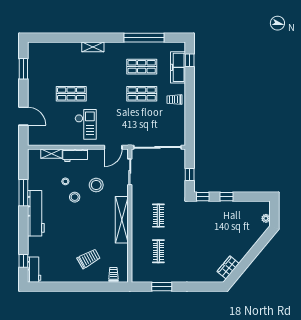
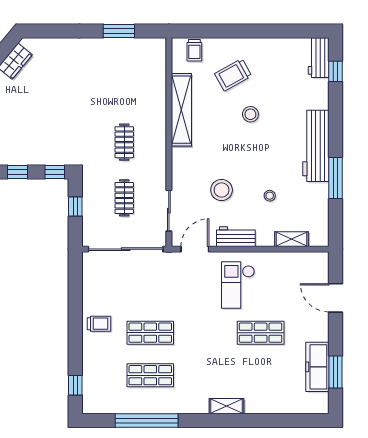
freezer: (178, 67) -> (317, 367), moved, turned 180
workbench: (75, 155) -> (236, 237), moved
stool: (75, 197) -> (250, 114), moved
shelving: (122, 220) -> (181, 110), moved
clothes rail: (158, 251) -> (124, 198), moved

